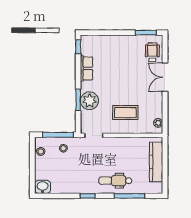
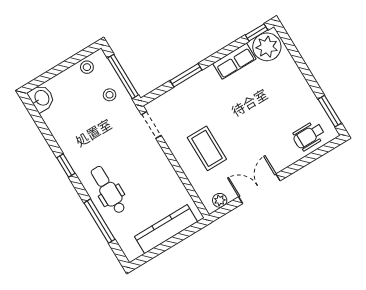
wheelchair: (152, 52) -> (309, 136), turned 180
double door: (165, 77) -> (259, 189), moved
plant: (89, 101) -> (267, 47), moved

